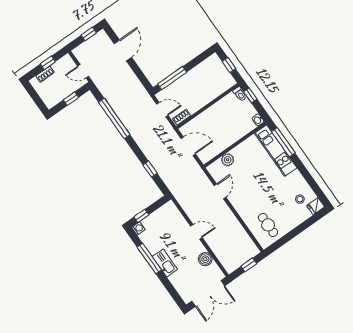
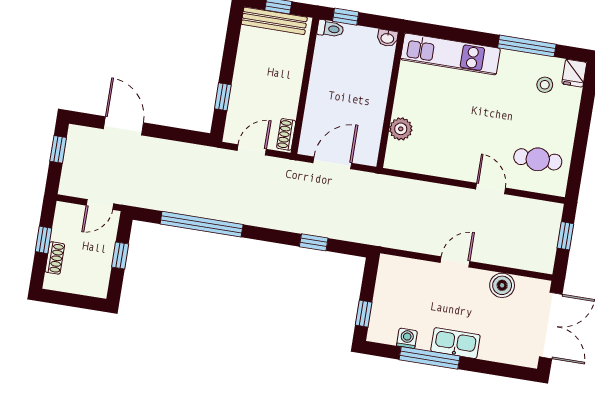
bench: (221, 69) -> (274, 21), added
window: (172, 78) -> (223, 97), width x0.46
window: (283, 142) -> (527, 46), moved
door: (220, 191) -> (491, 189), moved
washing machine: (138, 228) -> (407, 338), moved

